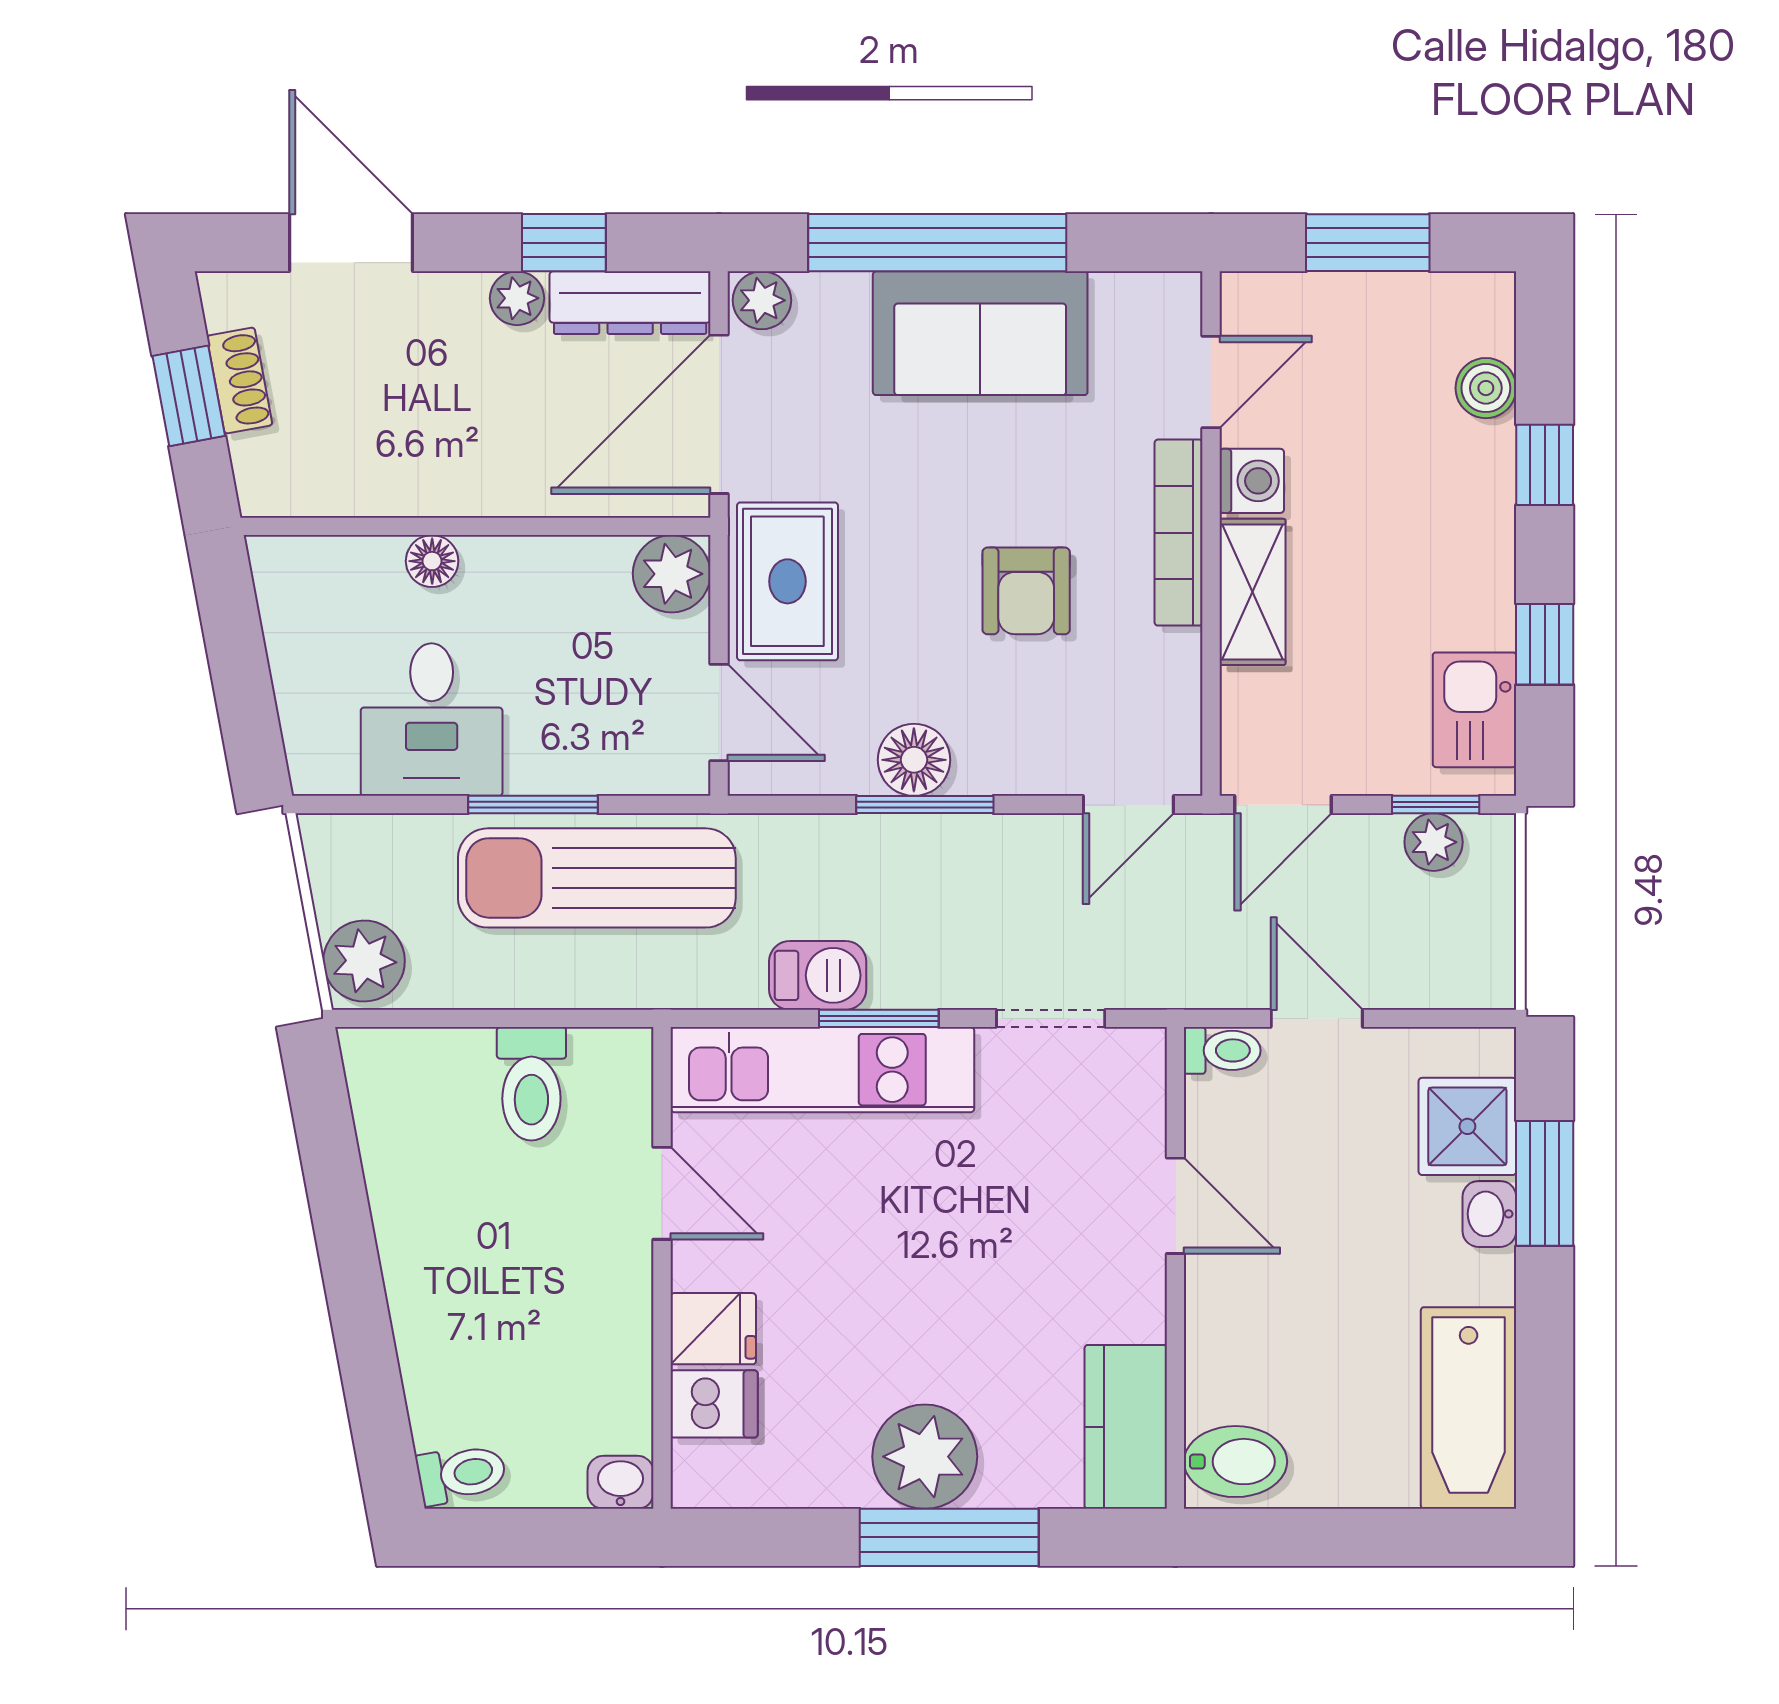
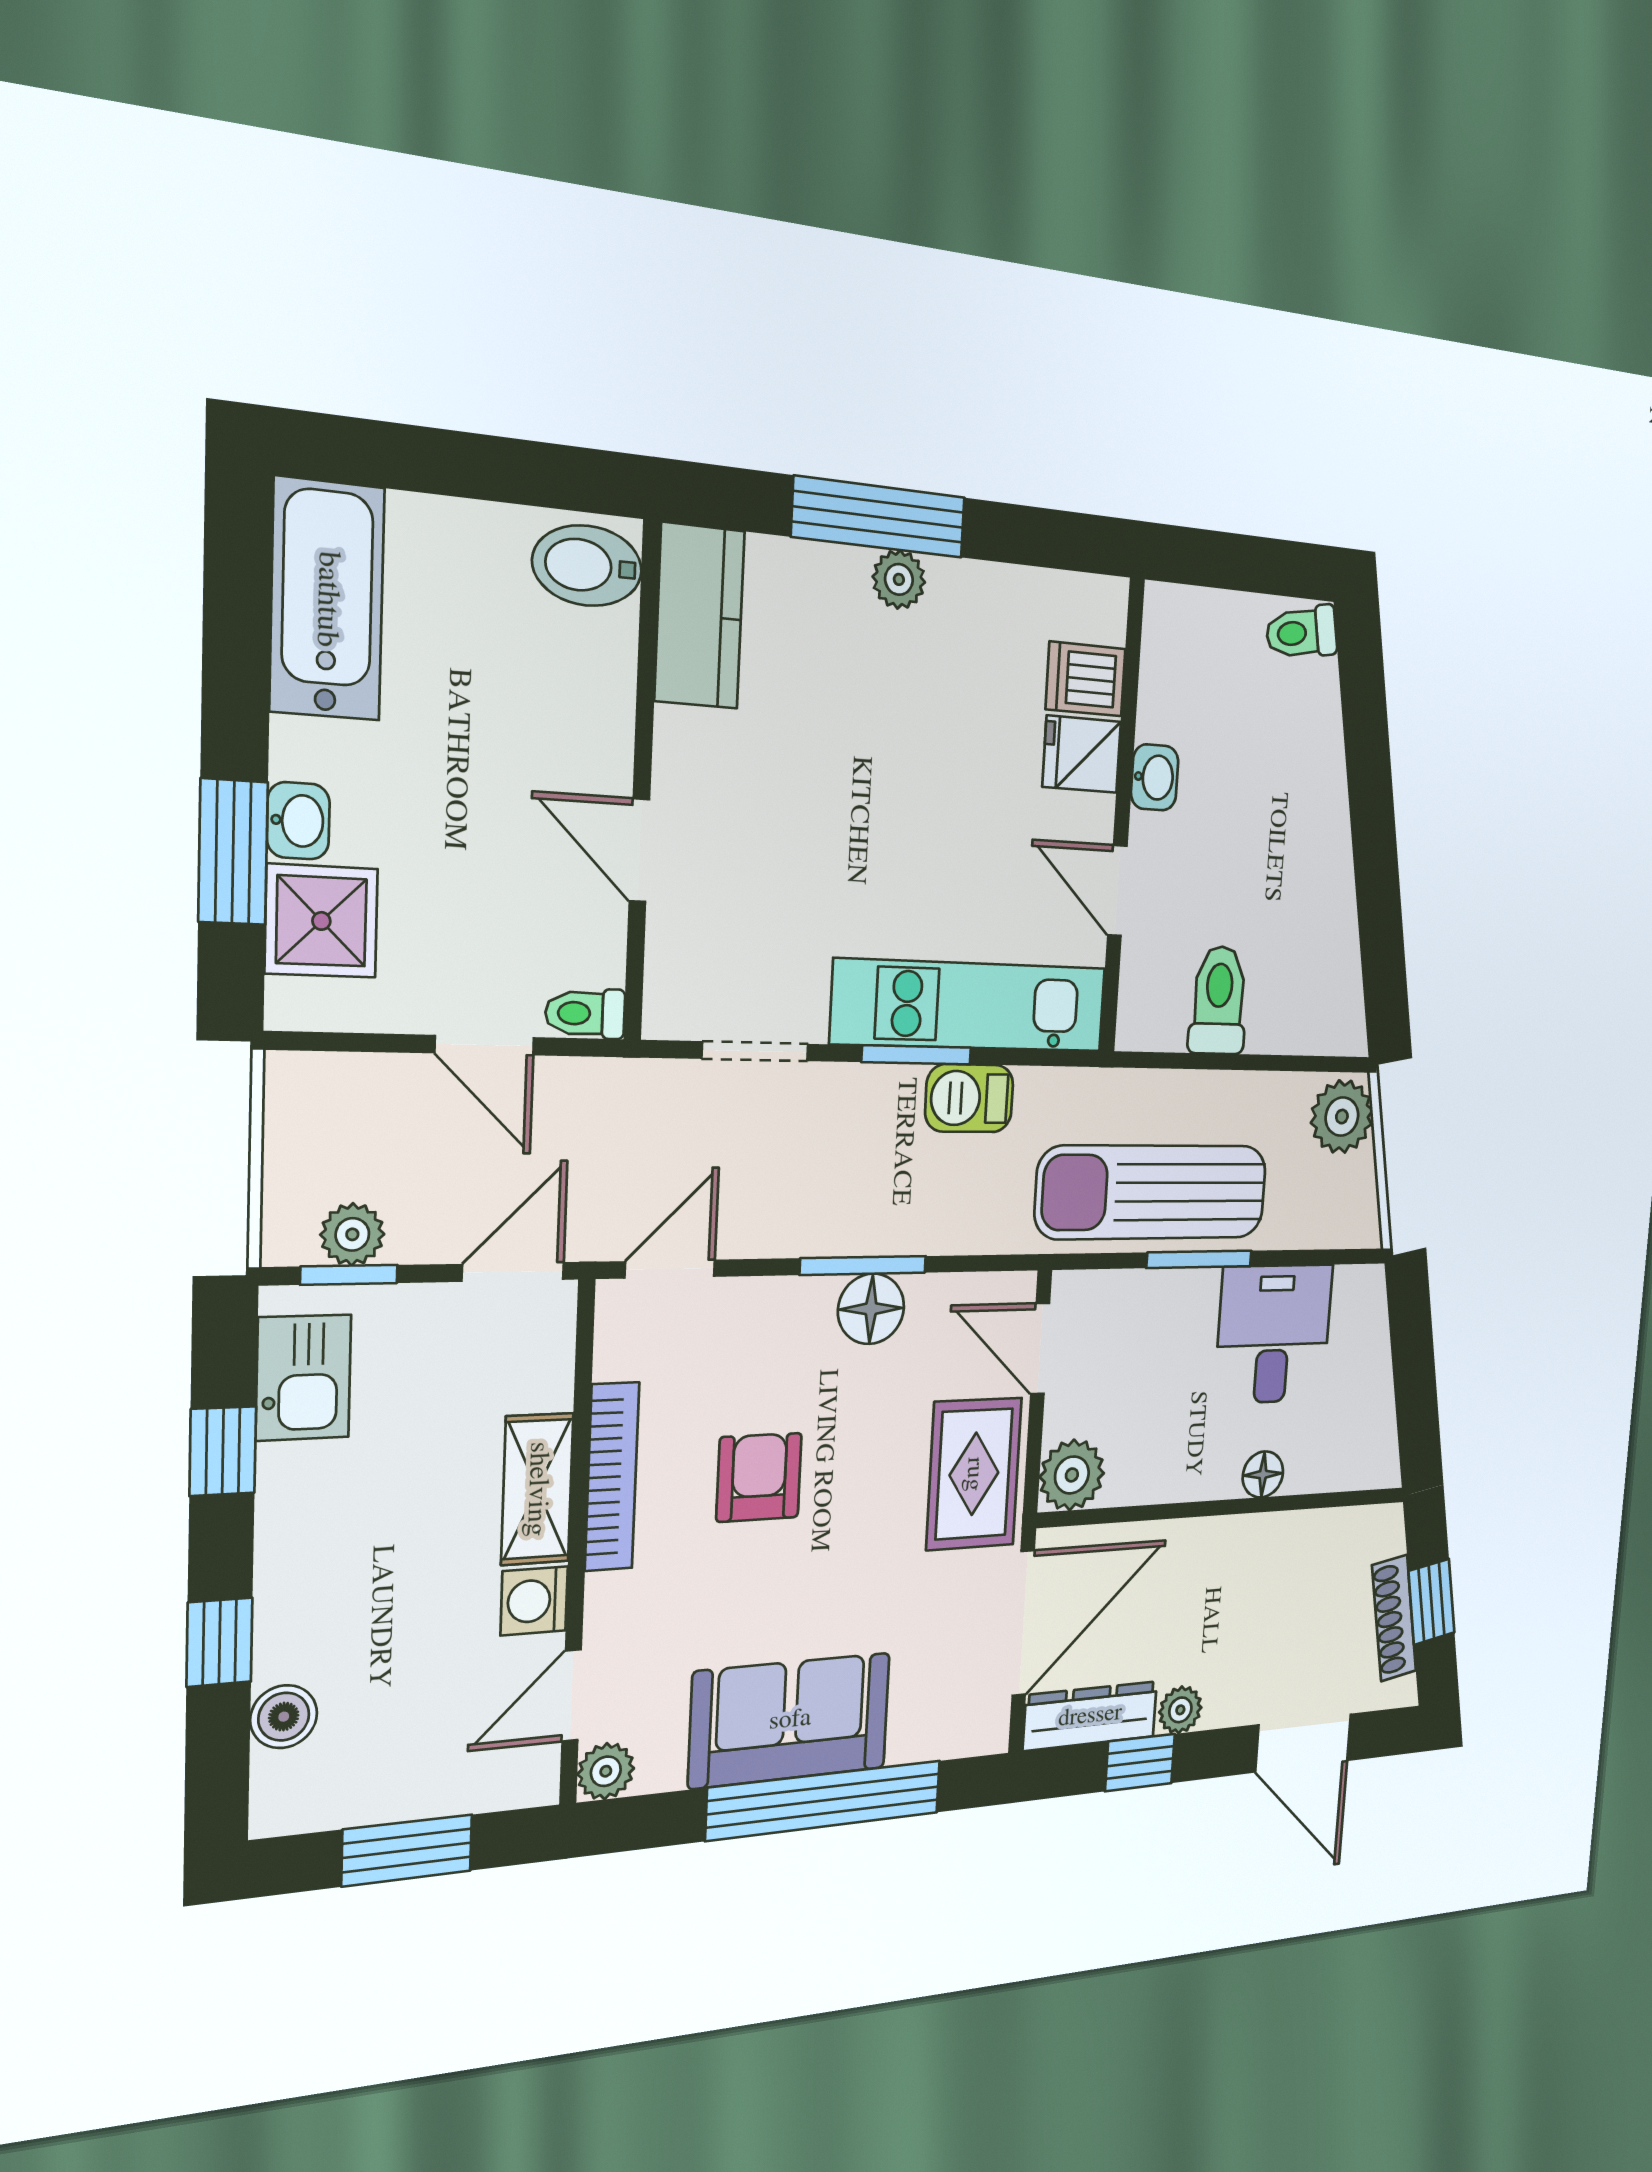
plant: (762, 300) -> (606, 1771), moved
shoe rack: (240, 380) -> (1394, 1618), width x1.43
bookcase: (1179, 533) -> (612, 1477), moved
sun lounger: (597, 878) -> (1152, 1192), turned 180
plant: (925, 1457) -> (899, 579), width x0.53, depth x0.53
washbasin: (621, 1482) -> (1155, 777), moved, turned -90

